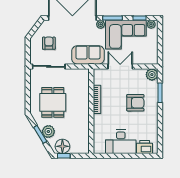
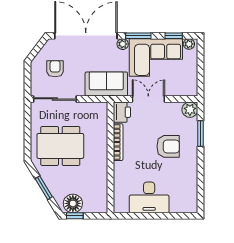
dining table: (53, 102) -> (60, 146), width x1.38
plant: (48, 132) -> (54, 184), removed
printer: (145, 147) -> (122, 112), moved, turned 90

